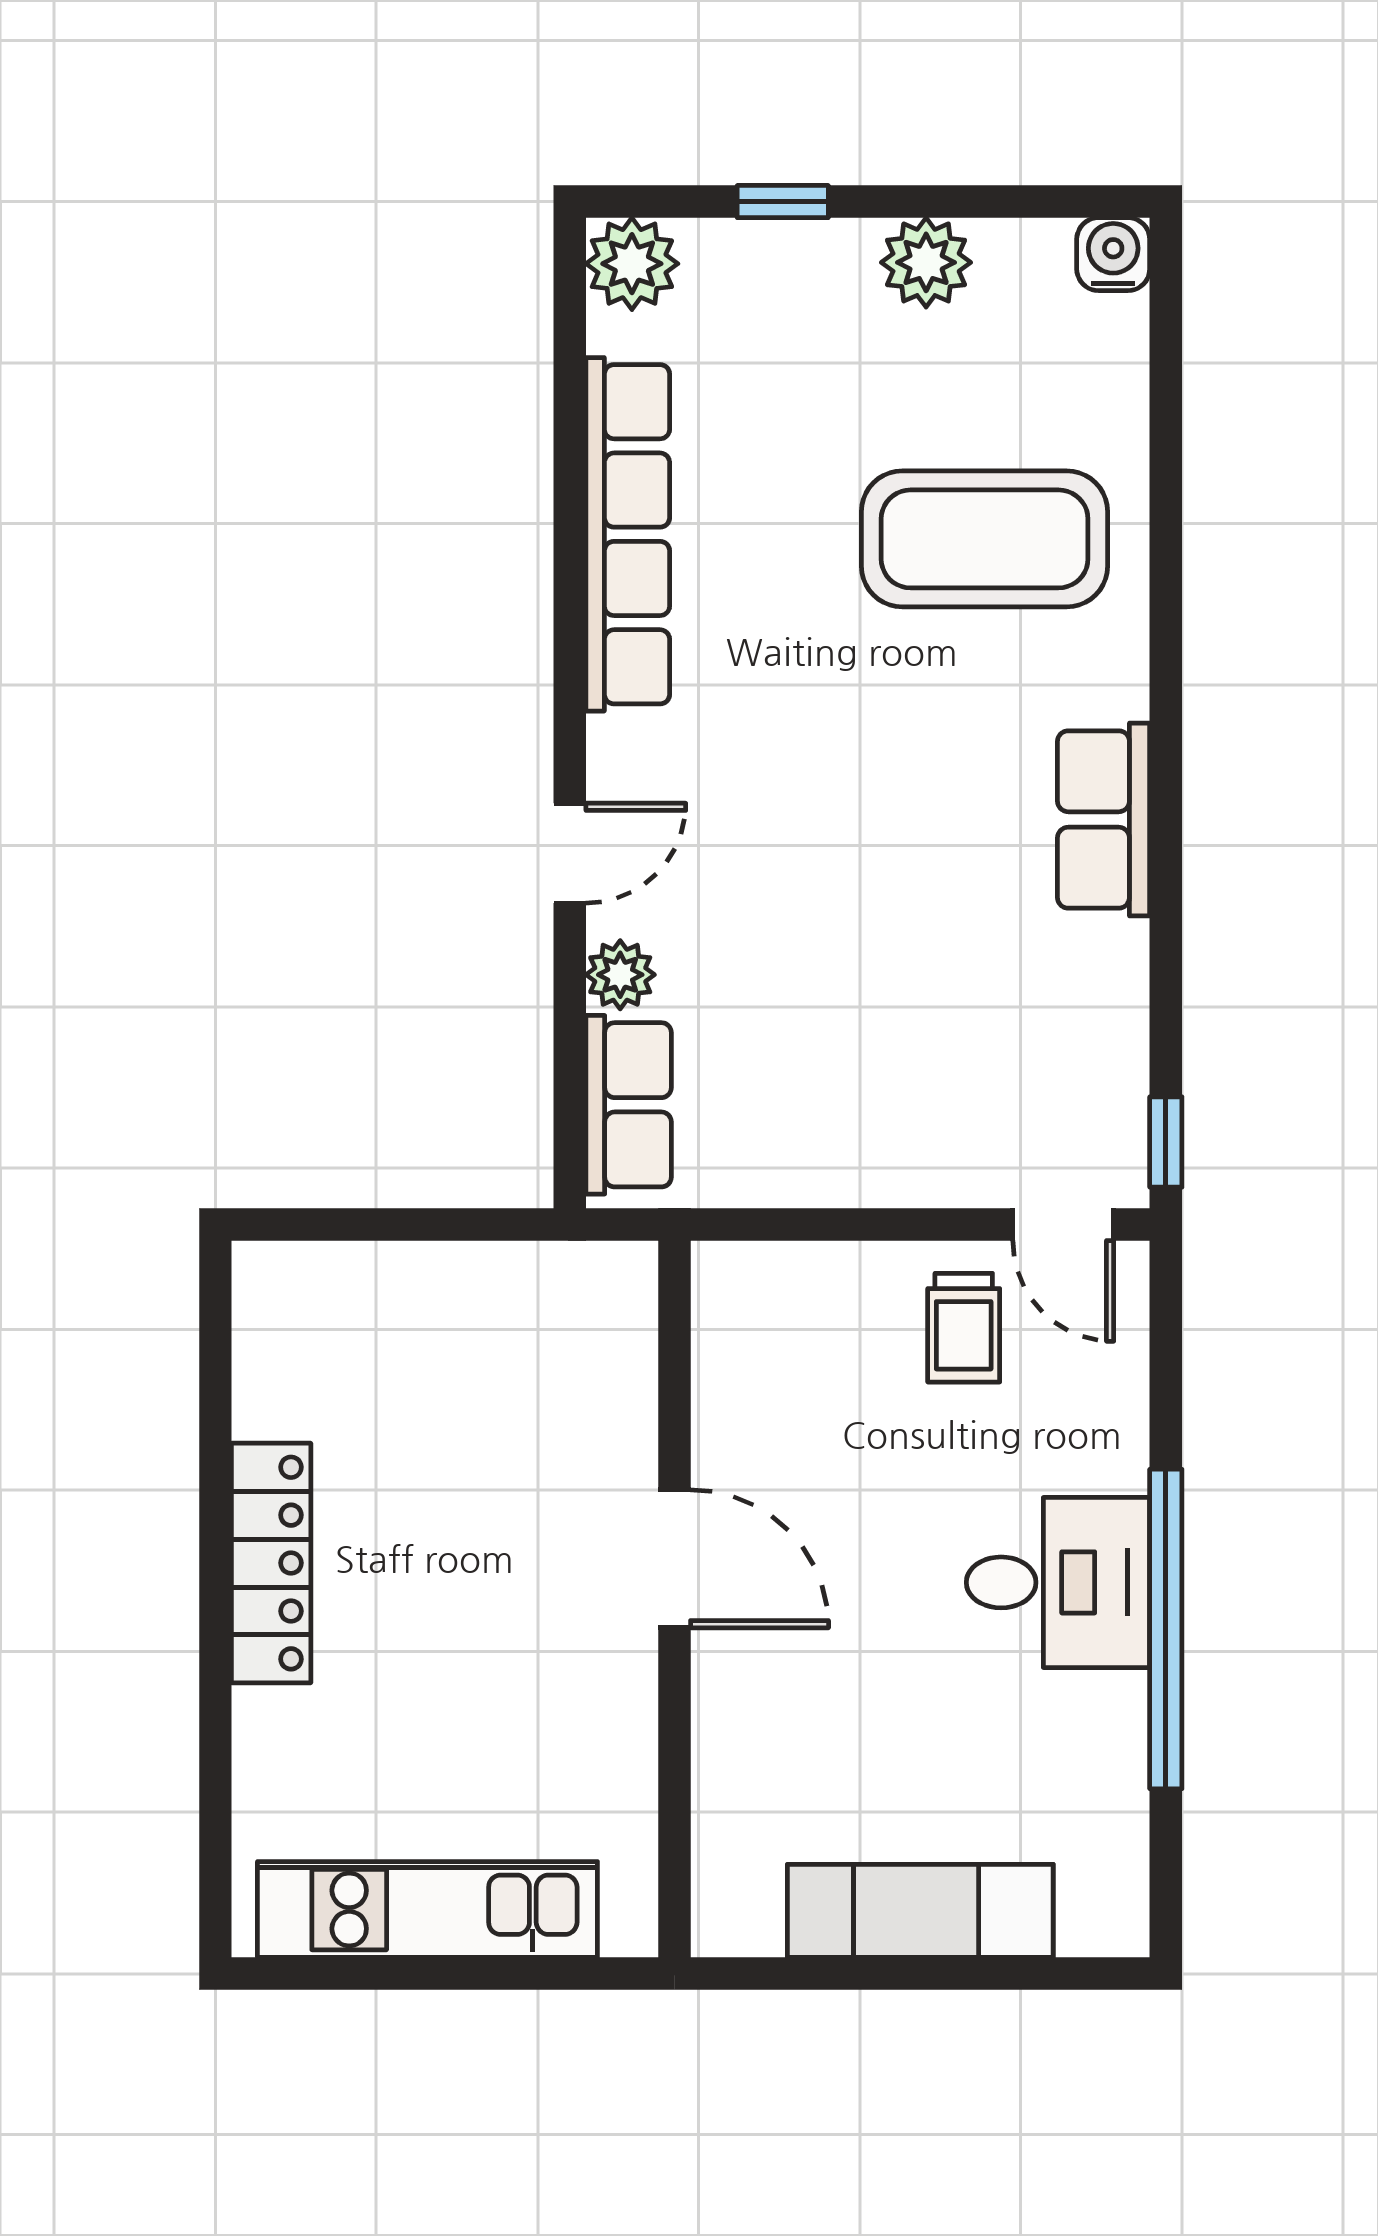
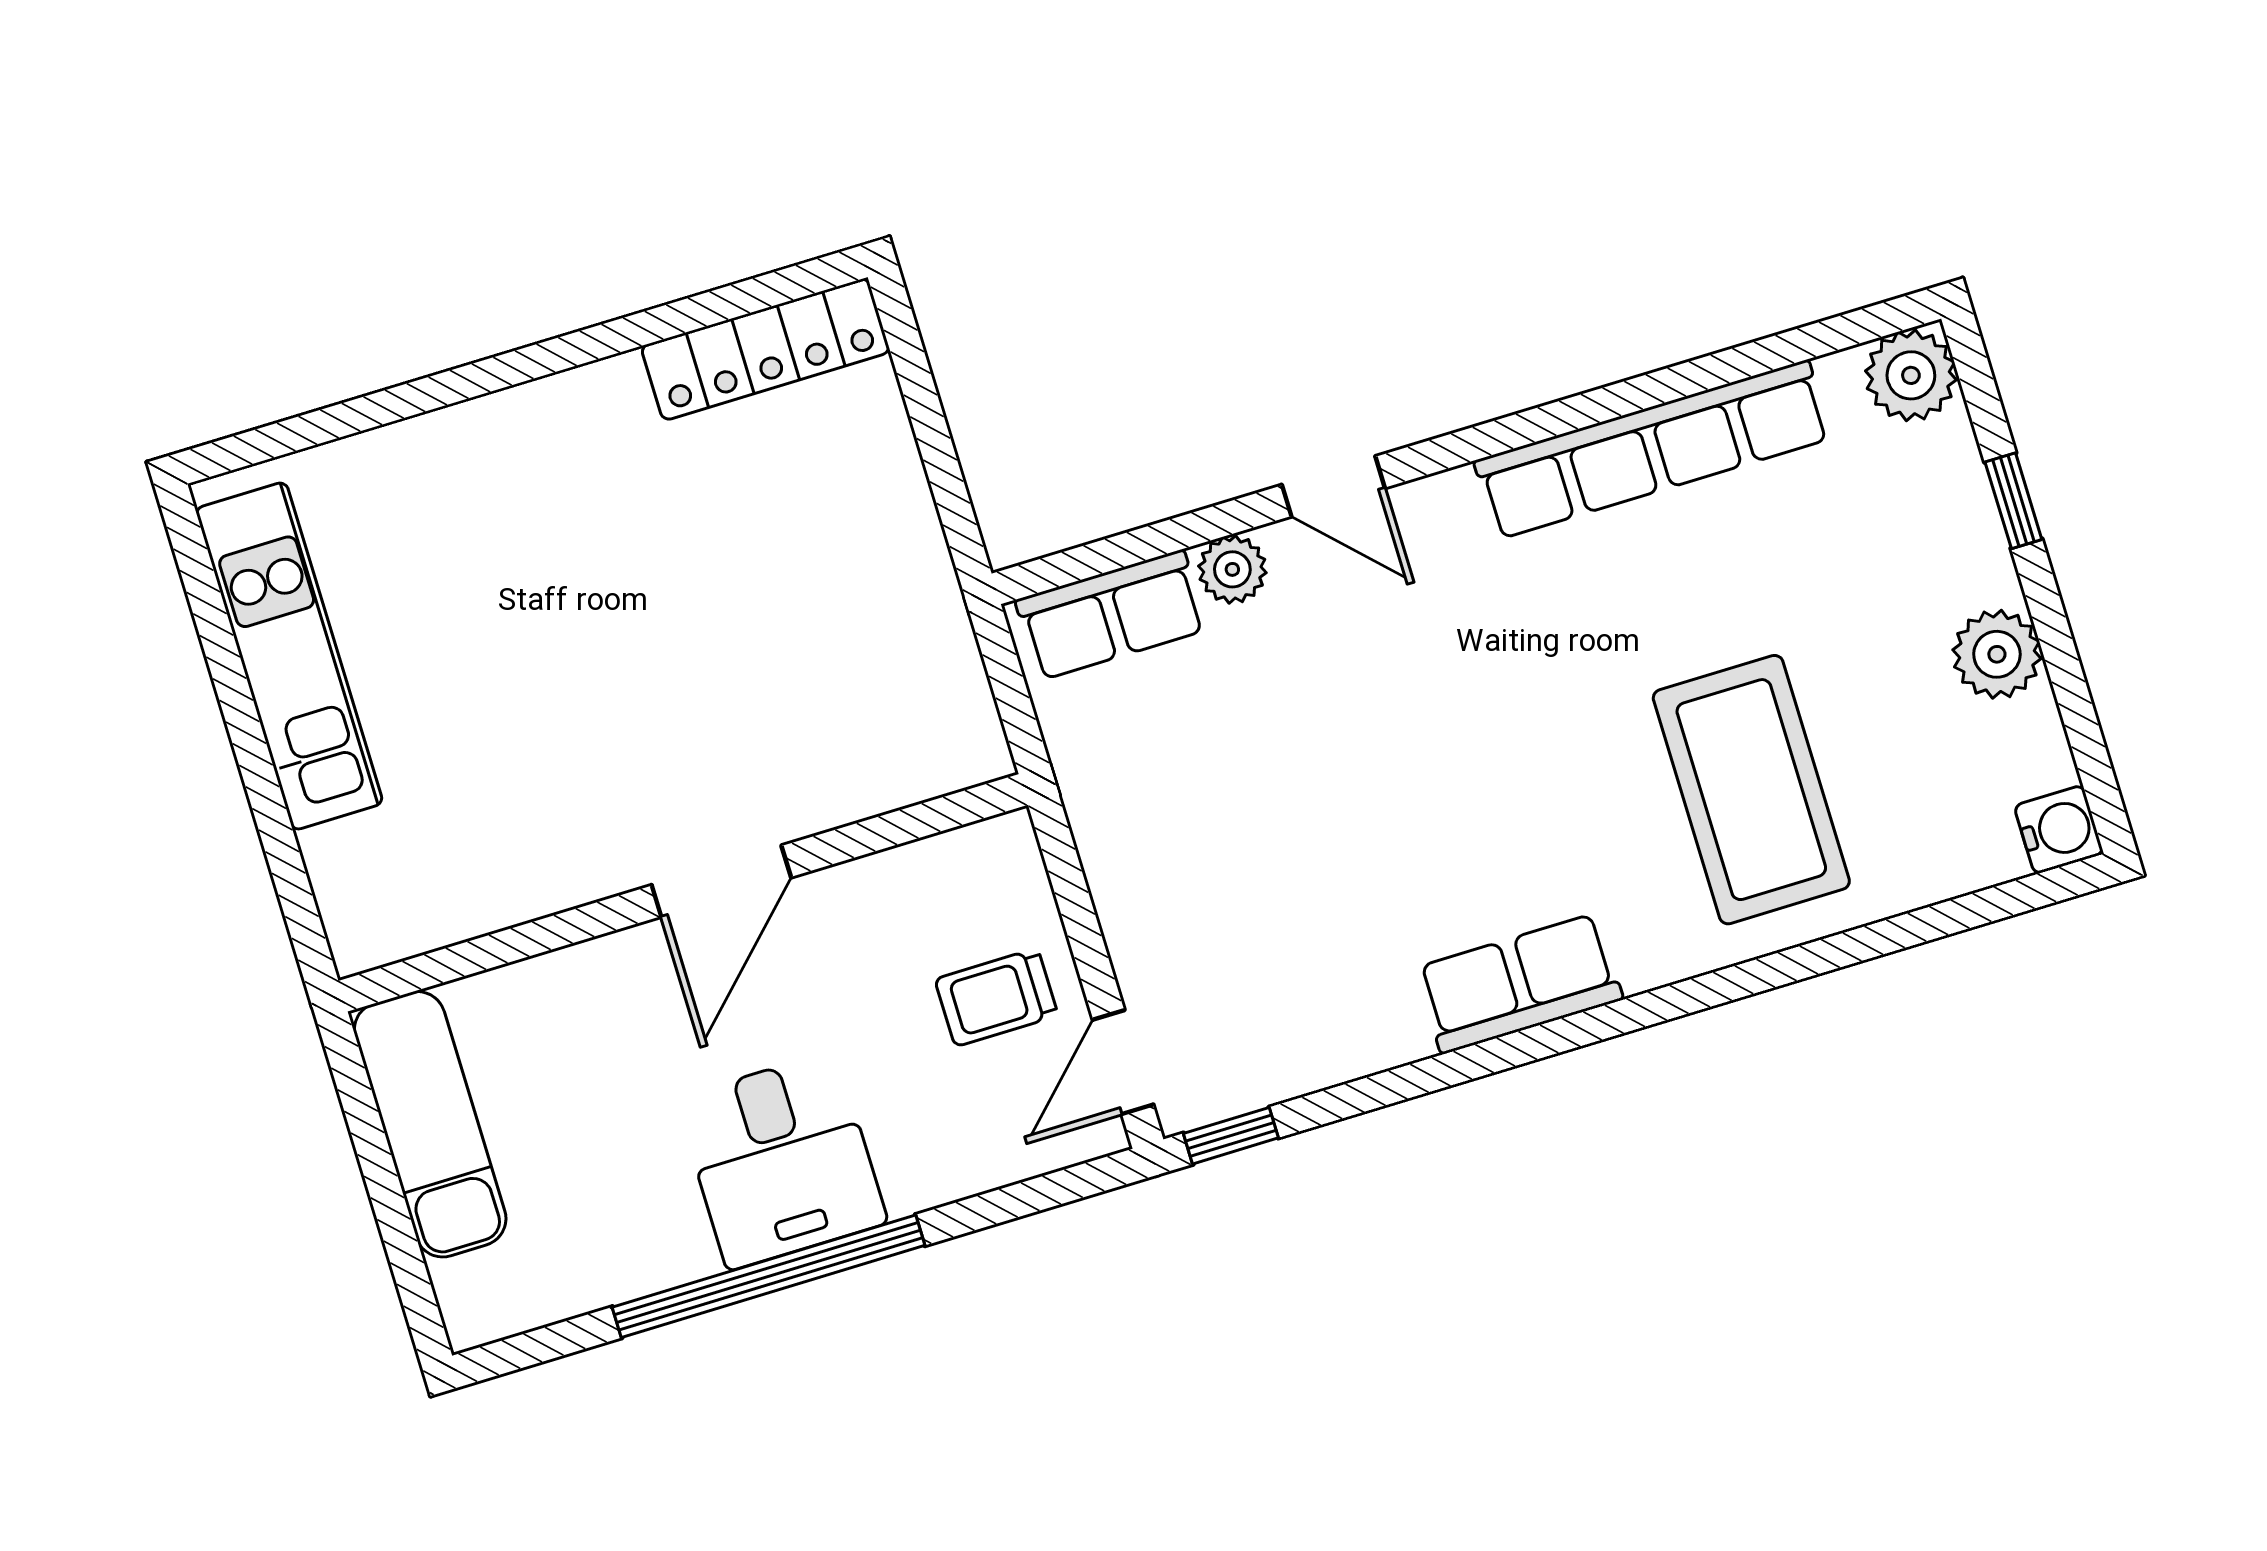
door: (674, 1559) -> (721, 881), moved
locker: (271, 1563) -> (766, 349), moved
wall: (674, 1599) -> (683, 893), moved

